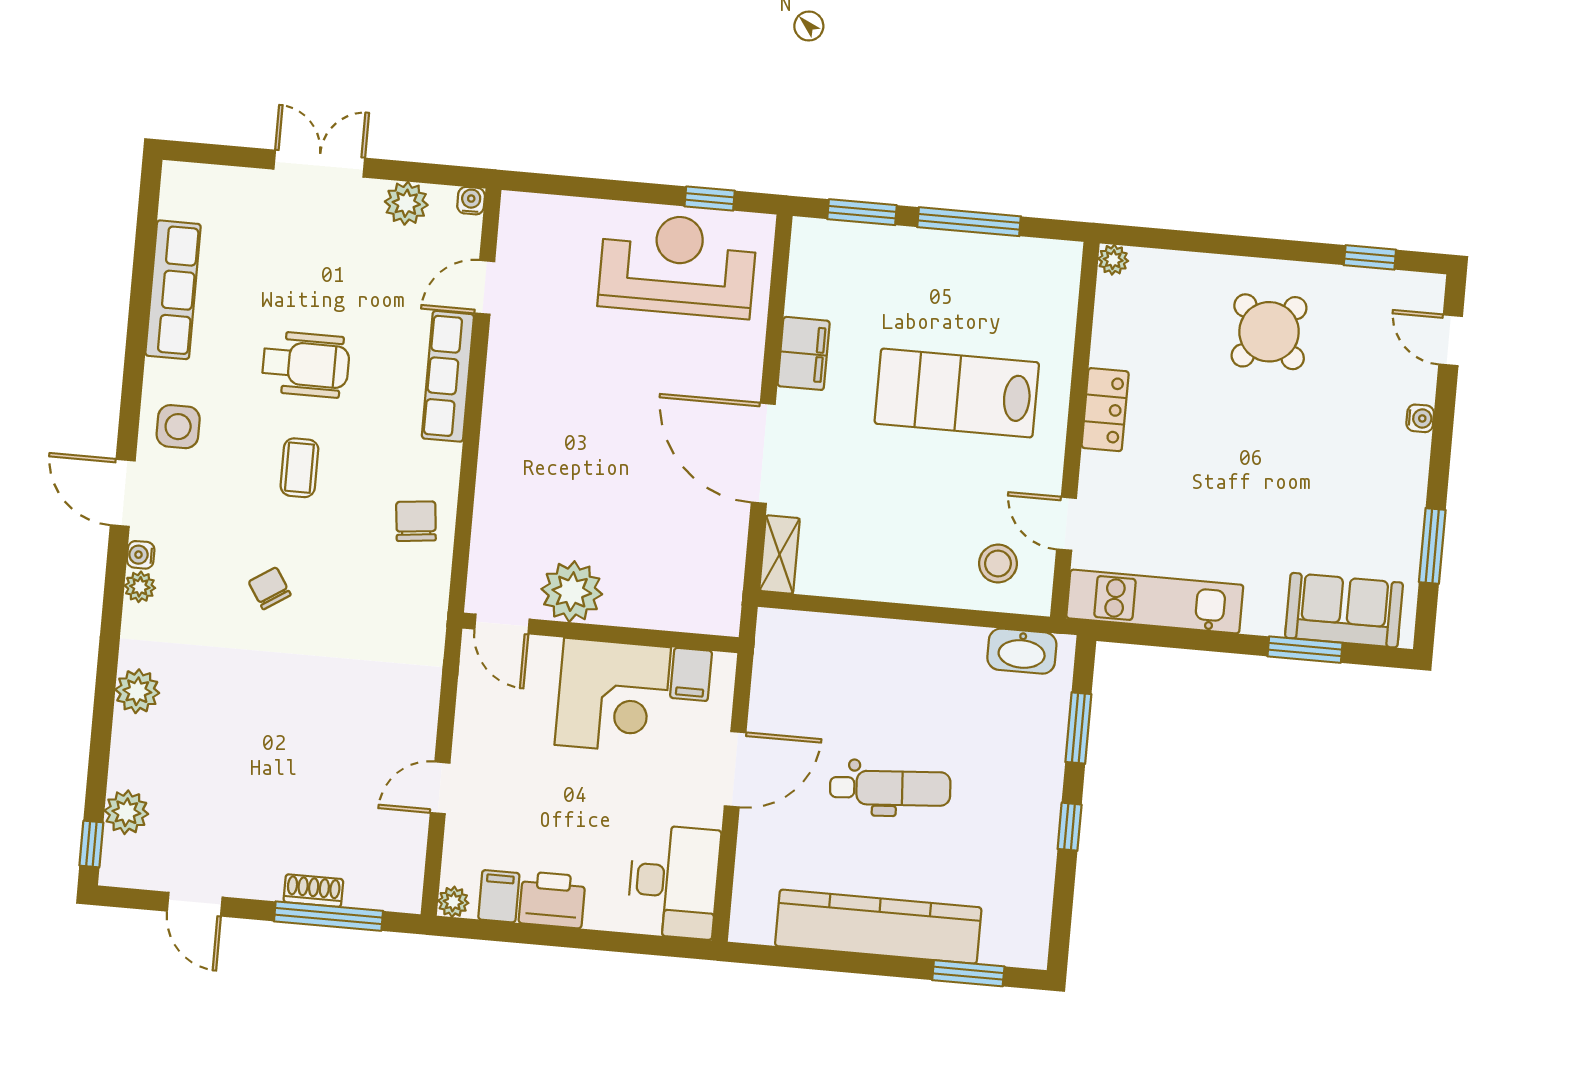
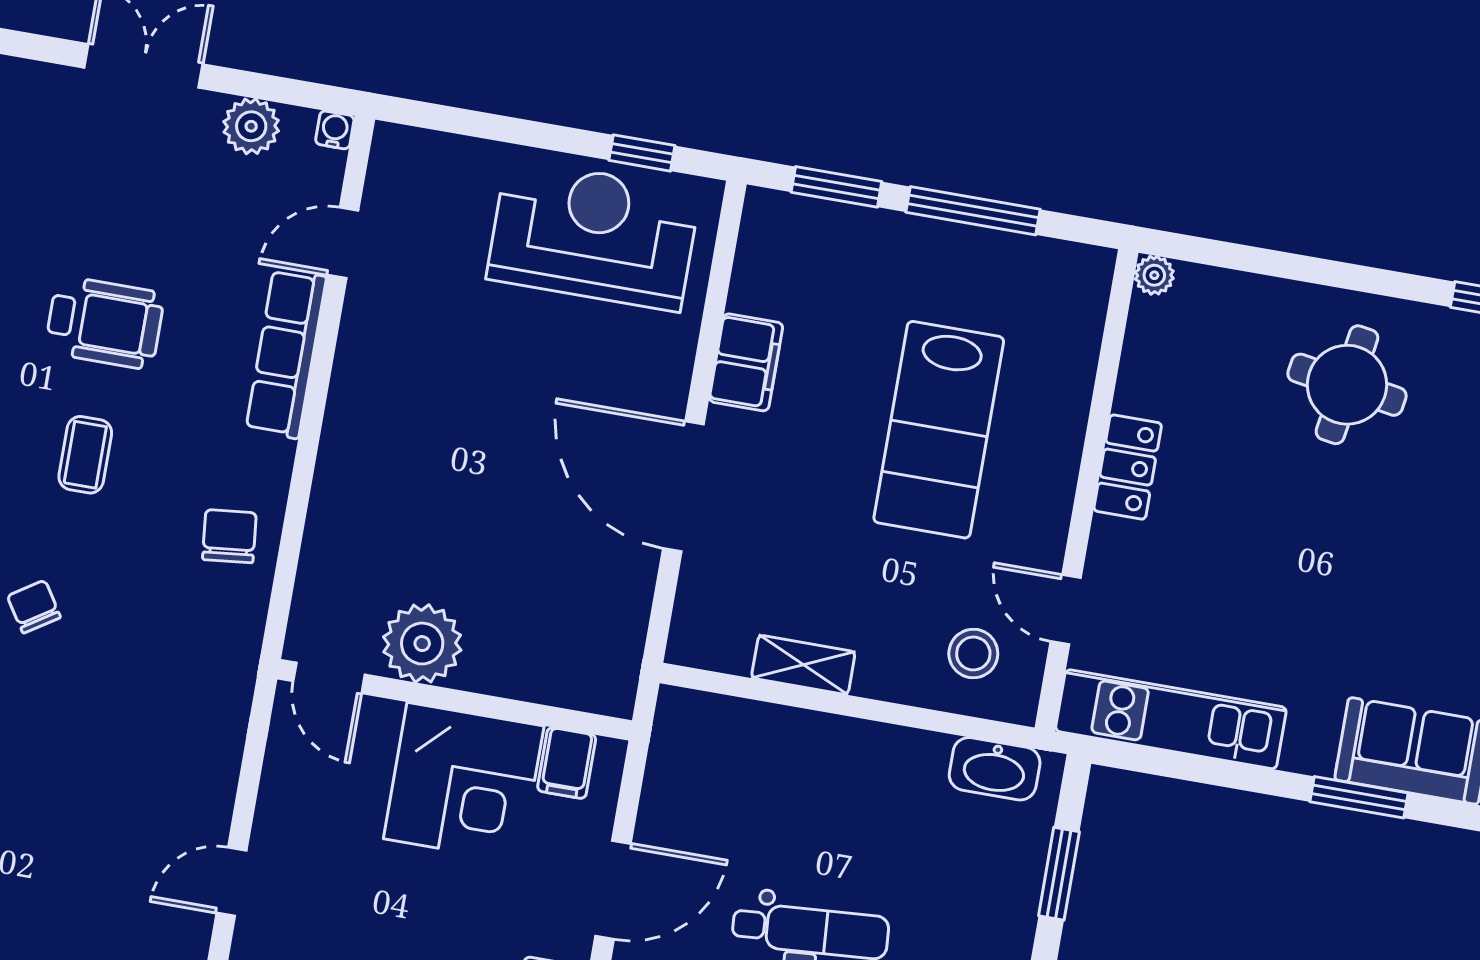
round table: (1269, 332) -> (1347, 385), turned -34
lab bench: (957, 393) -> (939, 430), turned -90
shelving: (779, 554) -> (803, 665), moved, turned 90

